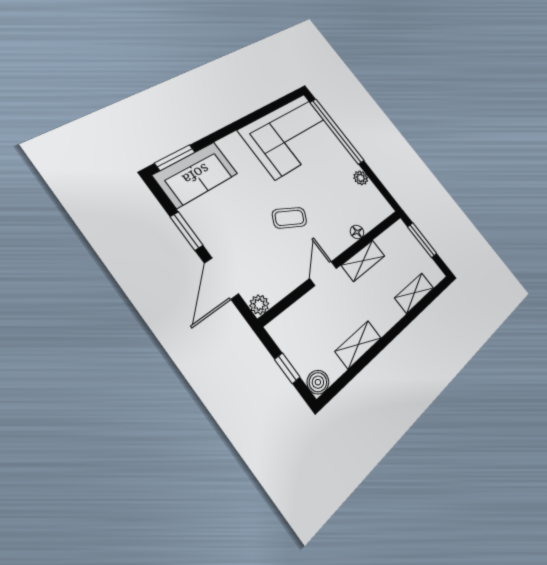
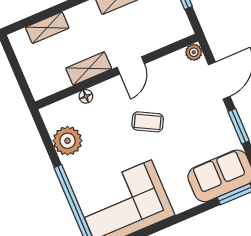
plant: (361, 178) -> (68, 141), width x1.88, depth x1.88
window: (422, 240) -> (19, 75), removed

